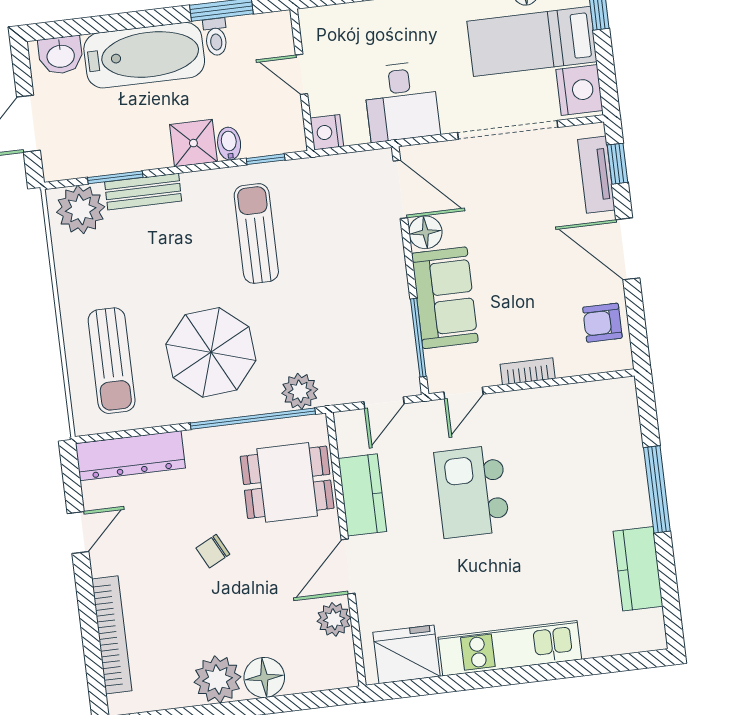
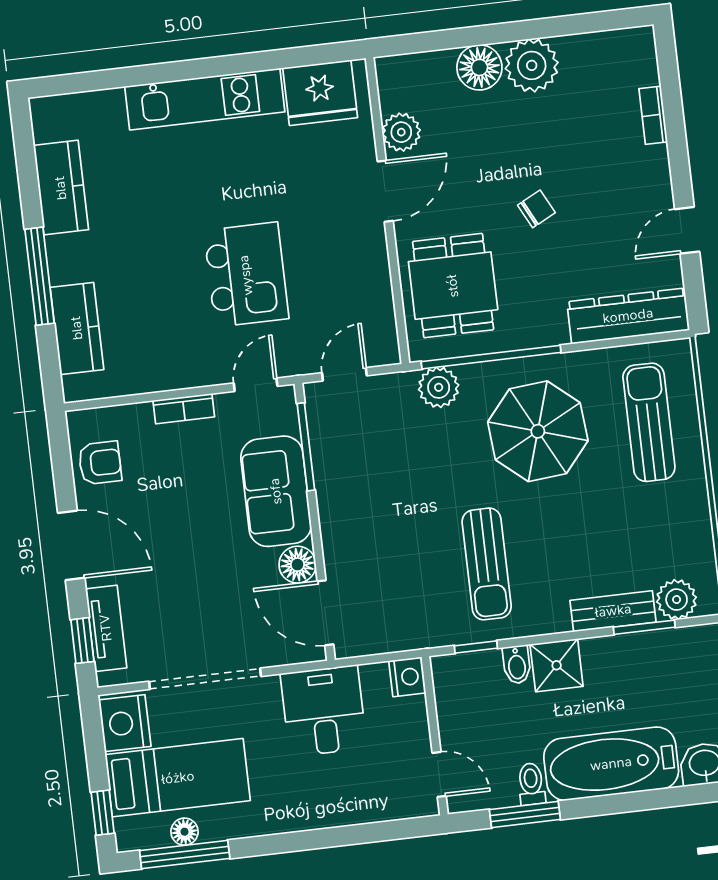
door: (302, 74) -> (439, 774), moved
plant: (81, 209) -> (677, 600), width x0.73, depth x0.73
dining table: (287, 482) -> (453, 286), turned 90
kitchen counter: (362, 495) -> (77, 328), moved, turned 180
bookcase: (112, 635) -> (653, 115), width x0.43, depth x0.76

